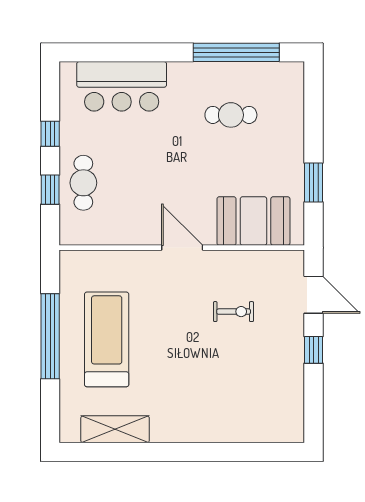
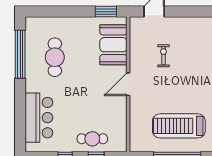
cafe table: (231, 115) -> (55, 57), width x1.37, depth x1.35
window: (314, 182) -> (106, 12), moved
window: (314, 350) -> (185, 12), removed

